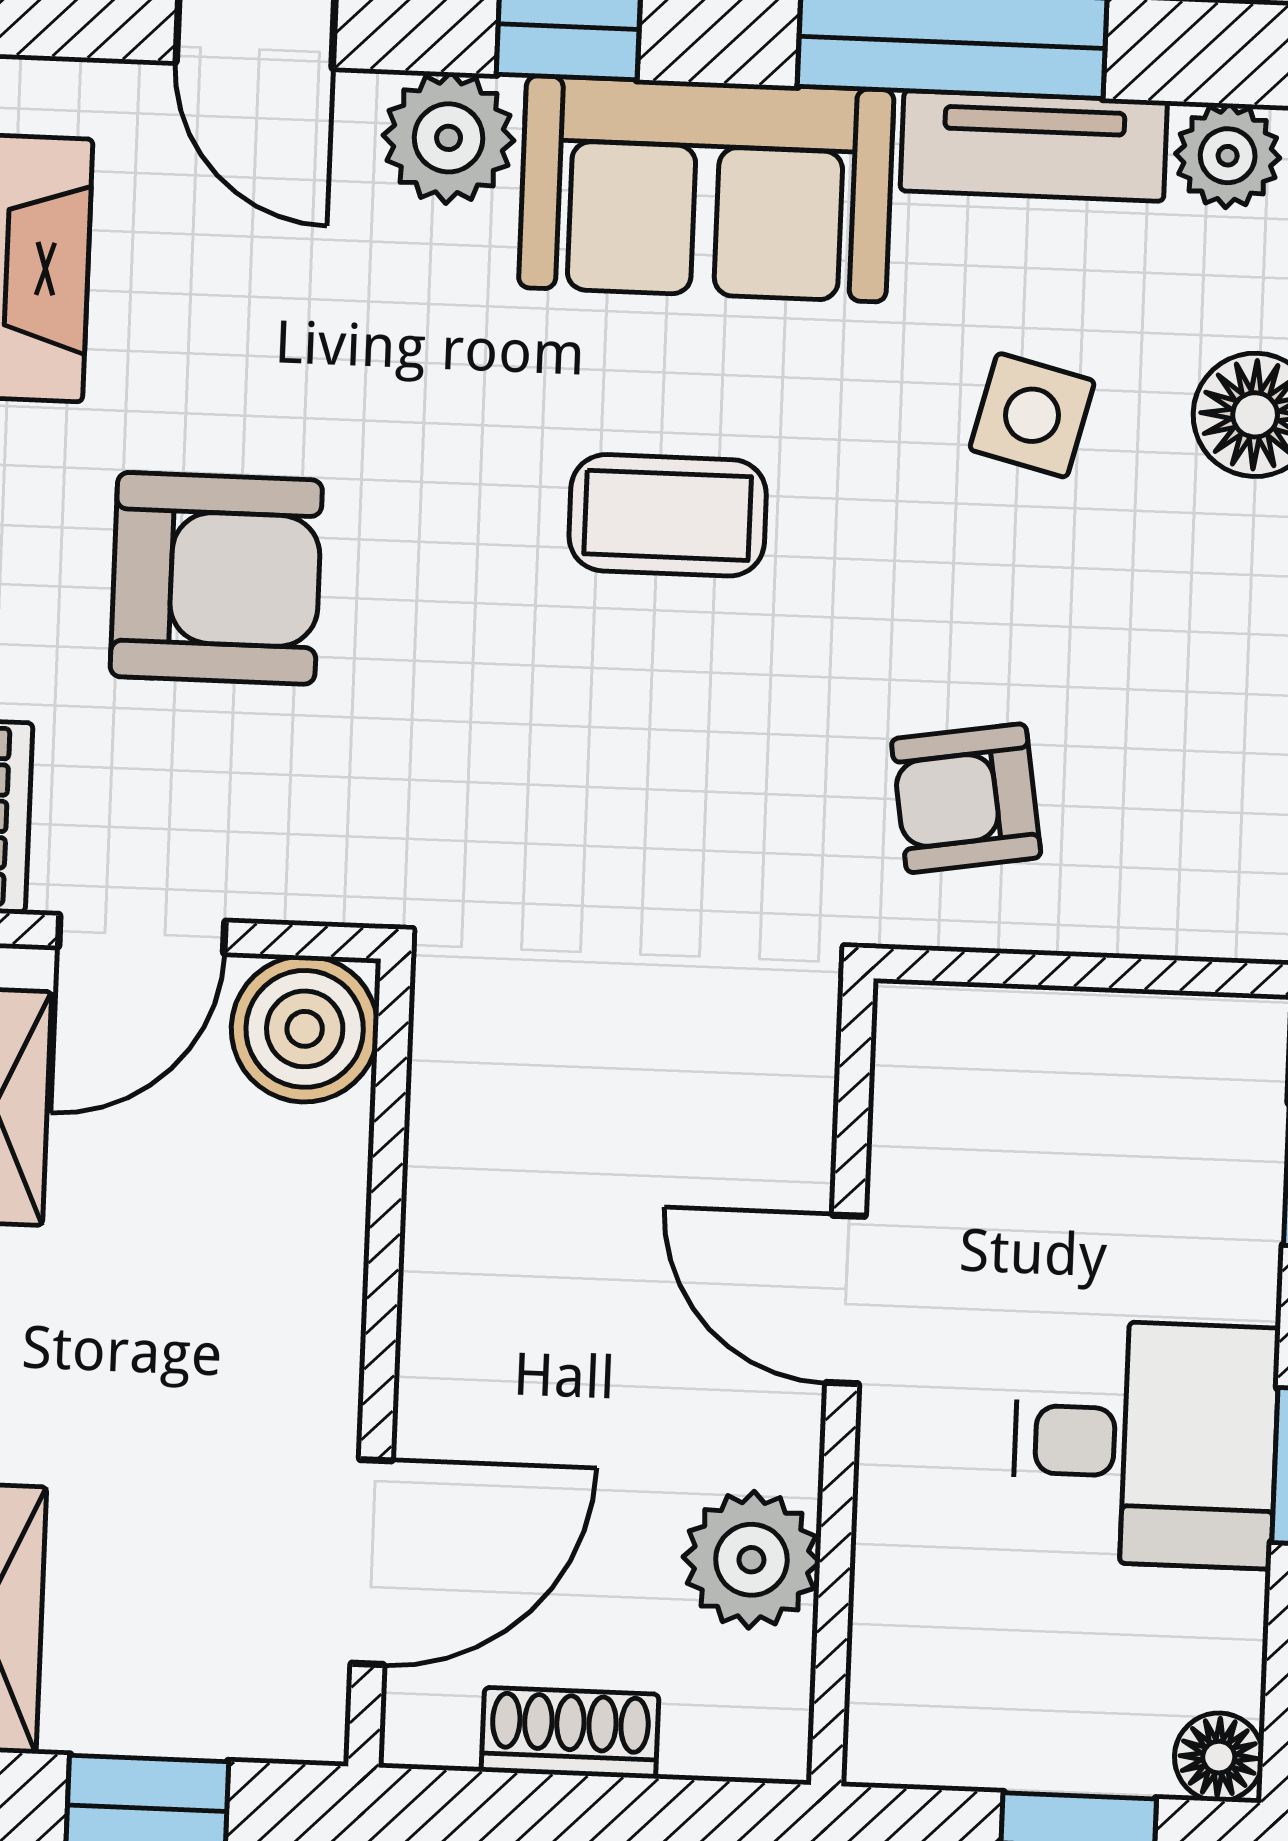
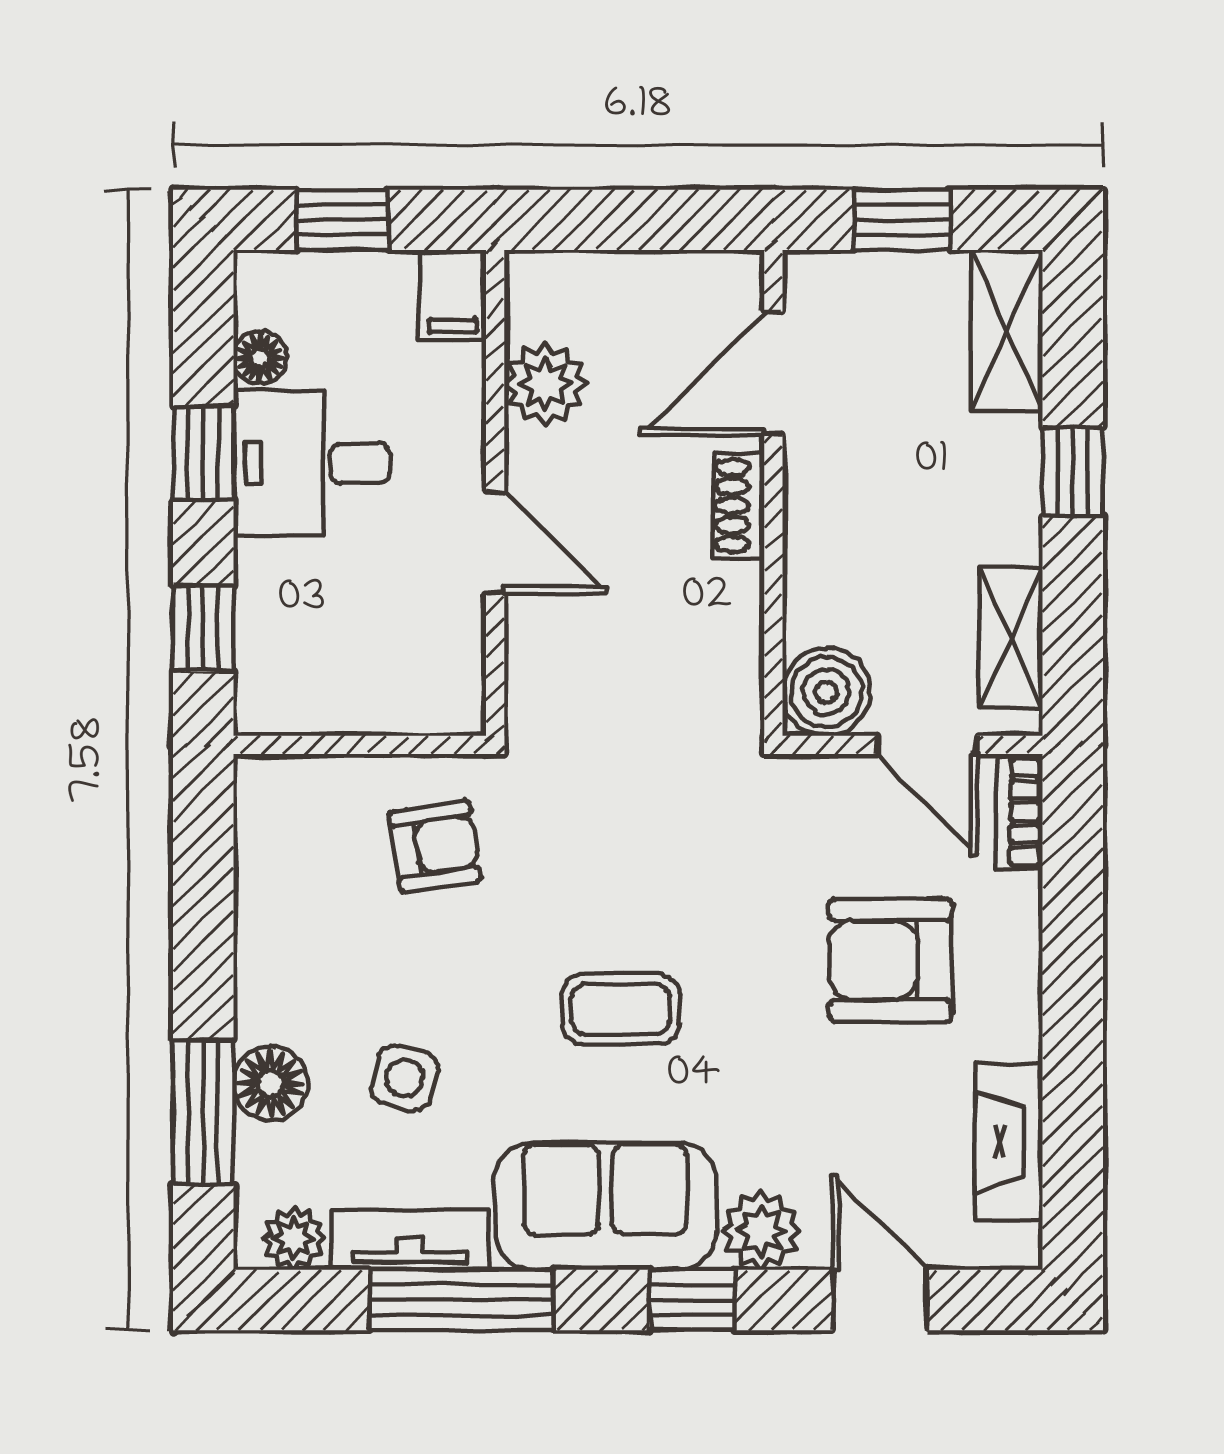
door: (142, 934) -> (927, 745), swing flipped
filing cabinet: (900, 1714) -> (453, 295), added
shoe rack: (570, 1733) -> (739, 506), moved, turned 90
floor lamp: (1219, 1757) -> (260, 358), moved

